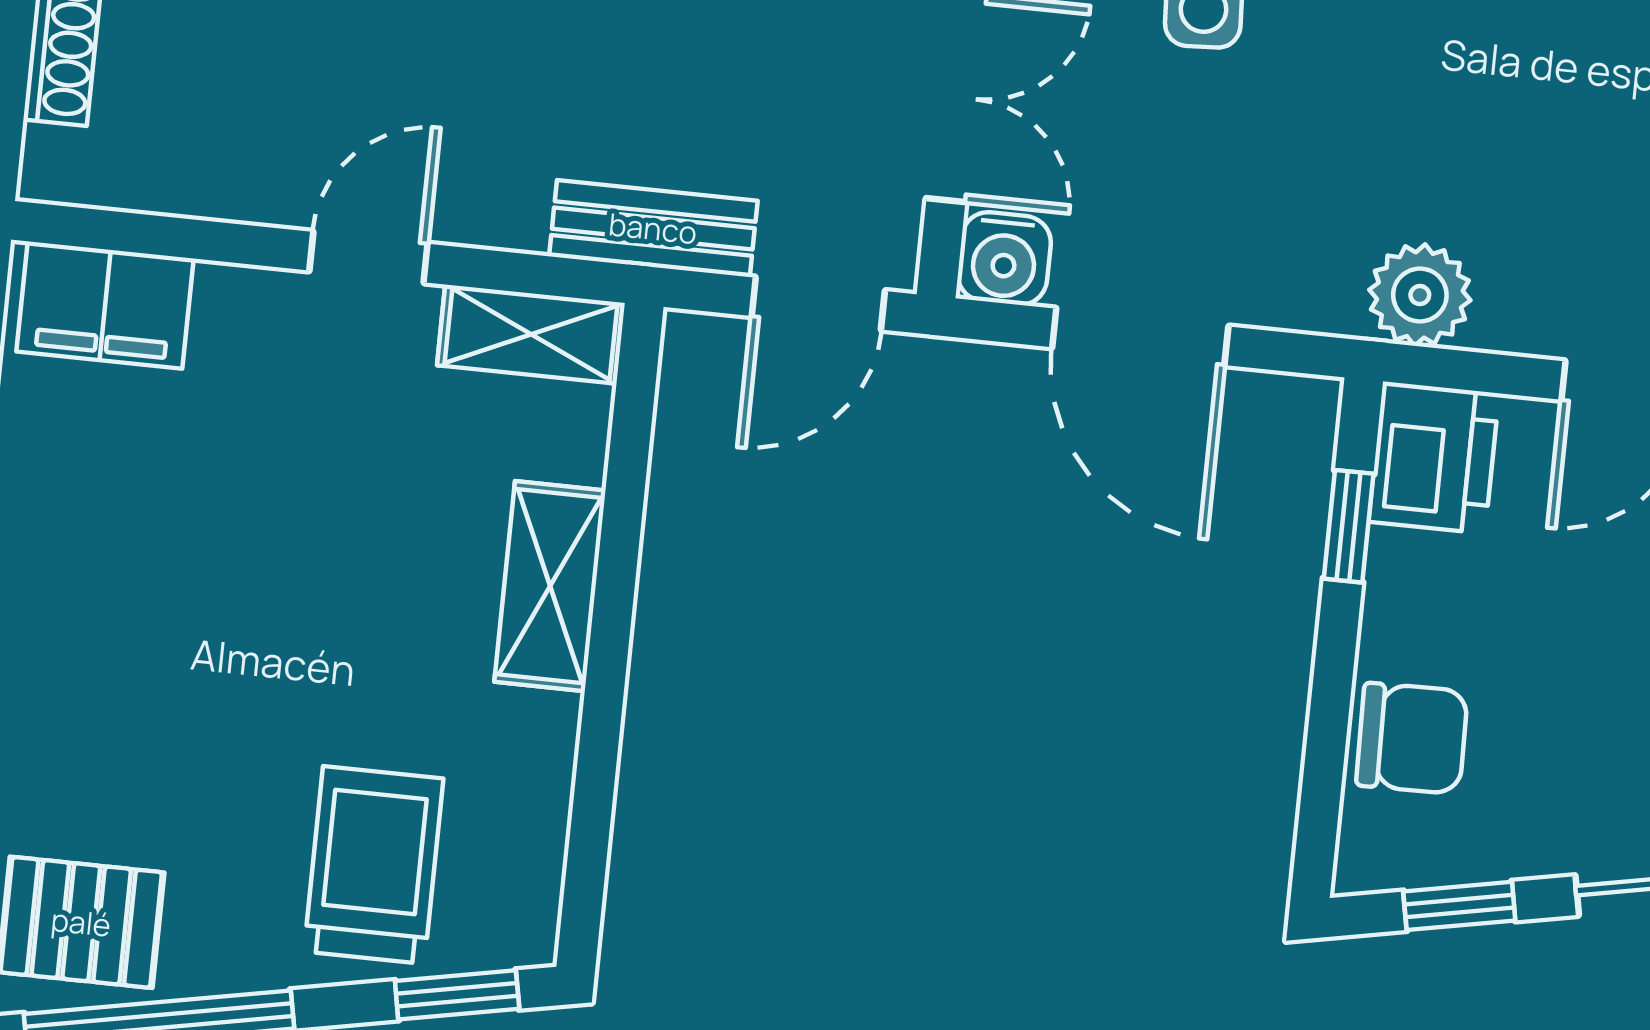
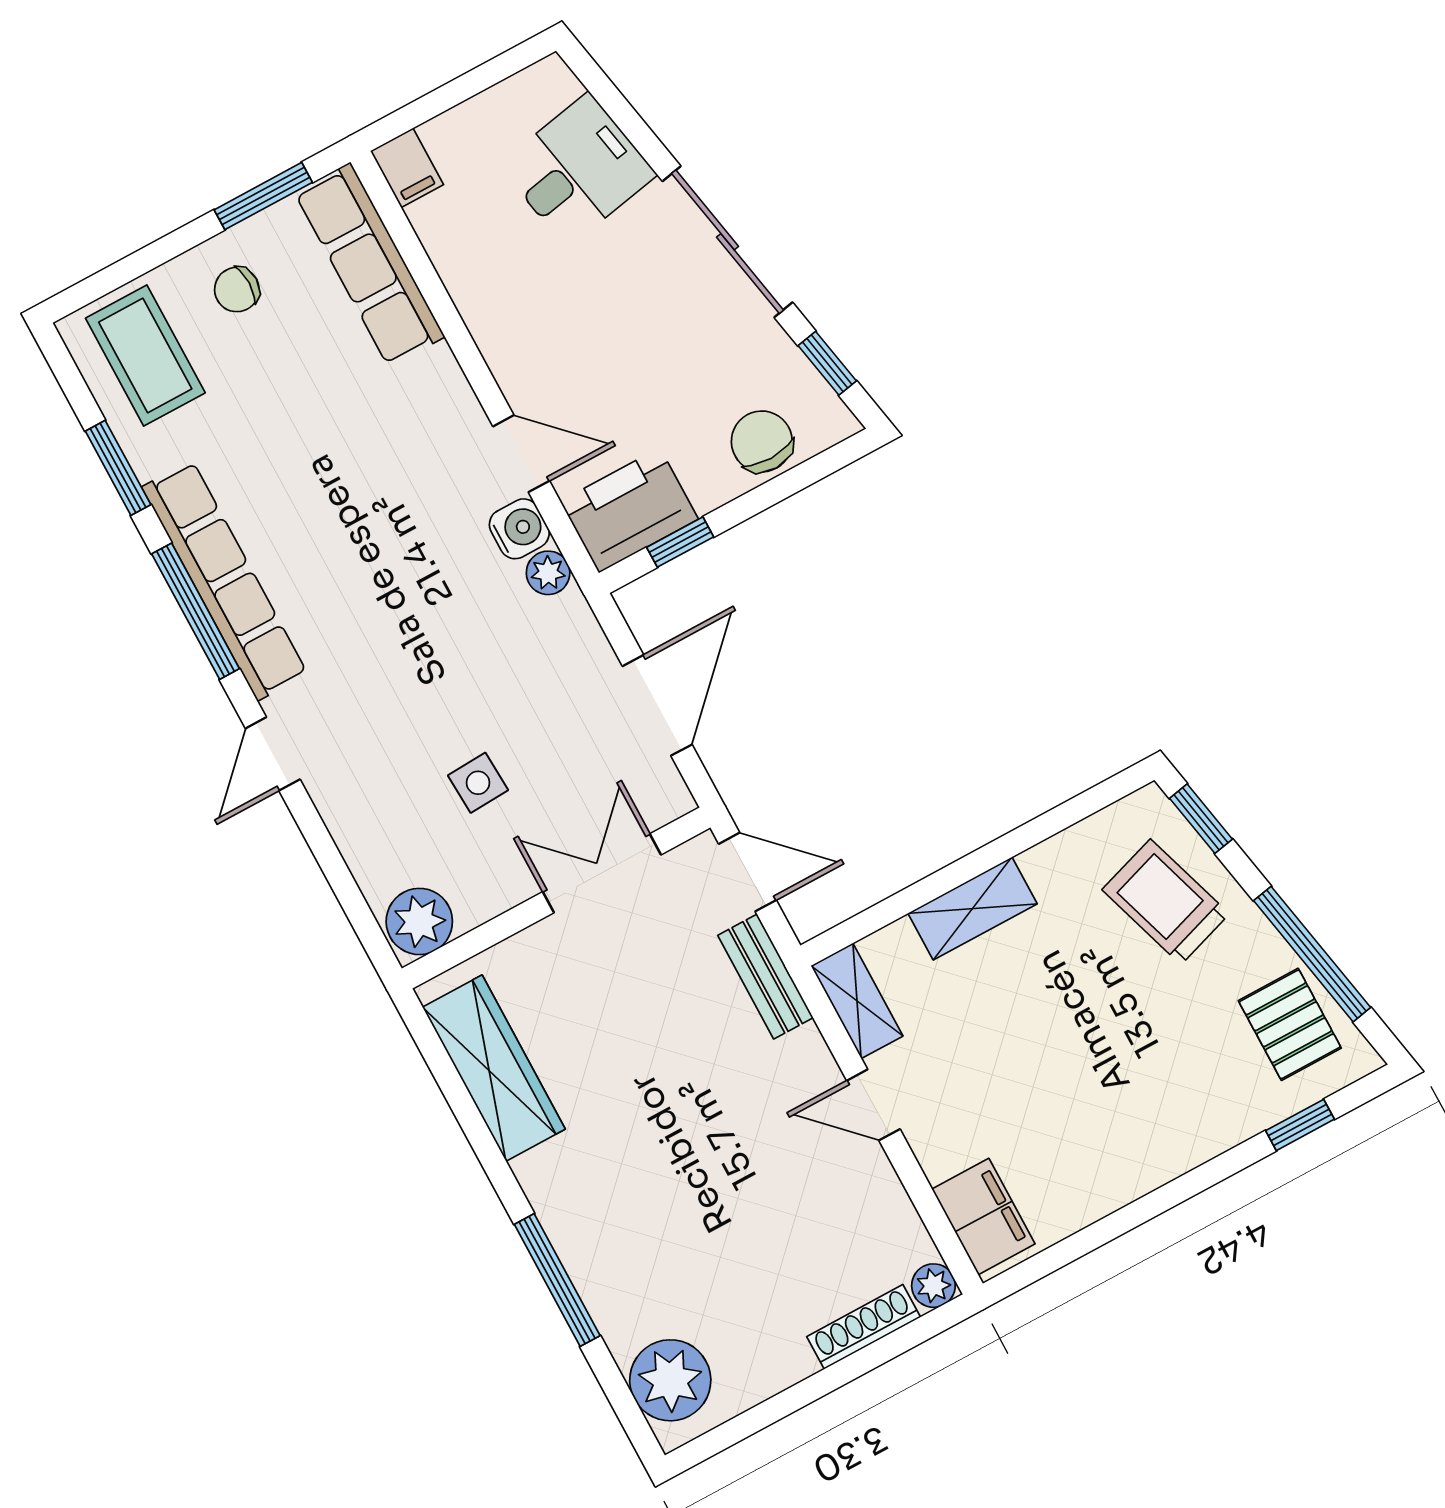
plant: (56, 168) -> (933, 1286), added
water cooler: (1004, 258) -> (519, 529), moved
plant: (1420, 295) -> (548, 573), width x0.73, depth x0.73
printer: (1434, 458) -> (629, 510), width x1.37, depth x1.19
trolley: (374, 865) -> (1166, 902), turned 72

